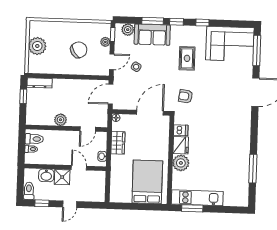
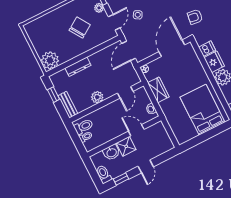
plant: (37, 46) -> (50, 60), moved
dresser: (40, 83) -> (78, 67), moved
bench: (31, 112) -> (68, 105), added

